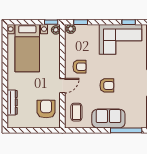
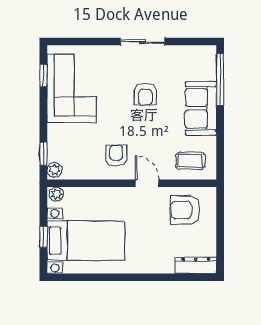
window: (51, 22) -> (43, 237), moved
armchair: (107, 85) -> (145, 94), moved, turned 180
dresser: (12, 102) -> (196, 265), moved

